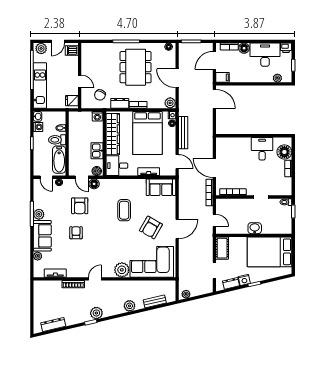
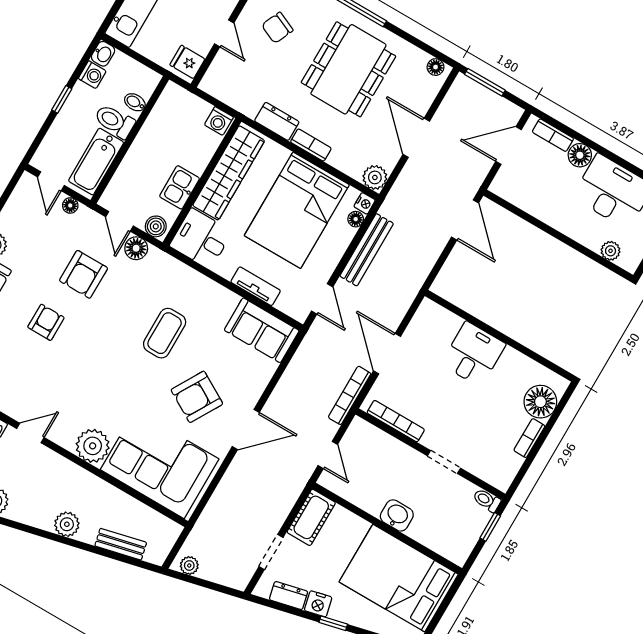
filing cabinet: (223, 77) -> (505, 188), removed
chair: (100, 95) -> (277, 28), moved
desk: (262, 149) -> (473, 354), moved

